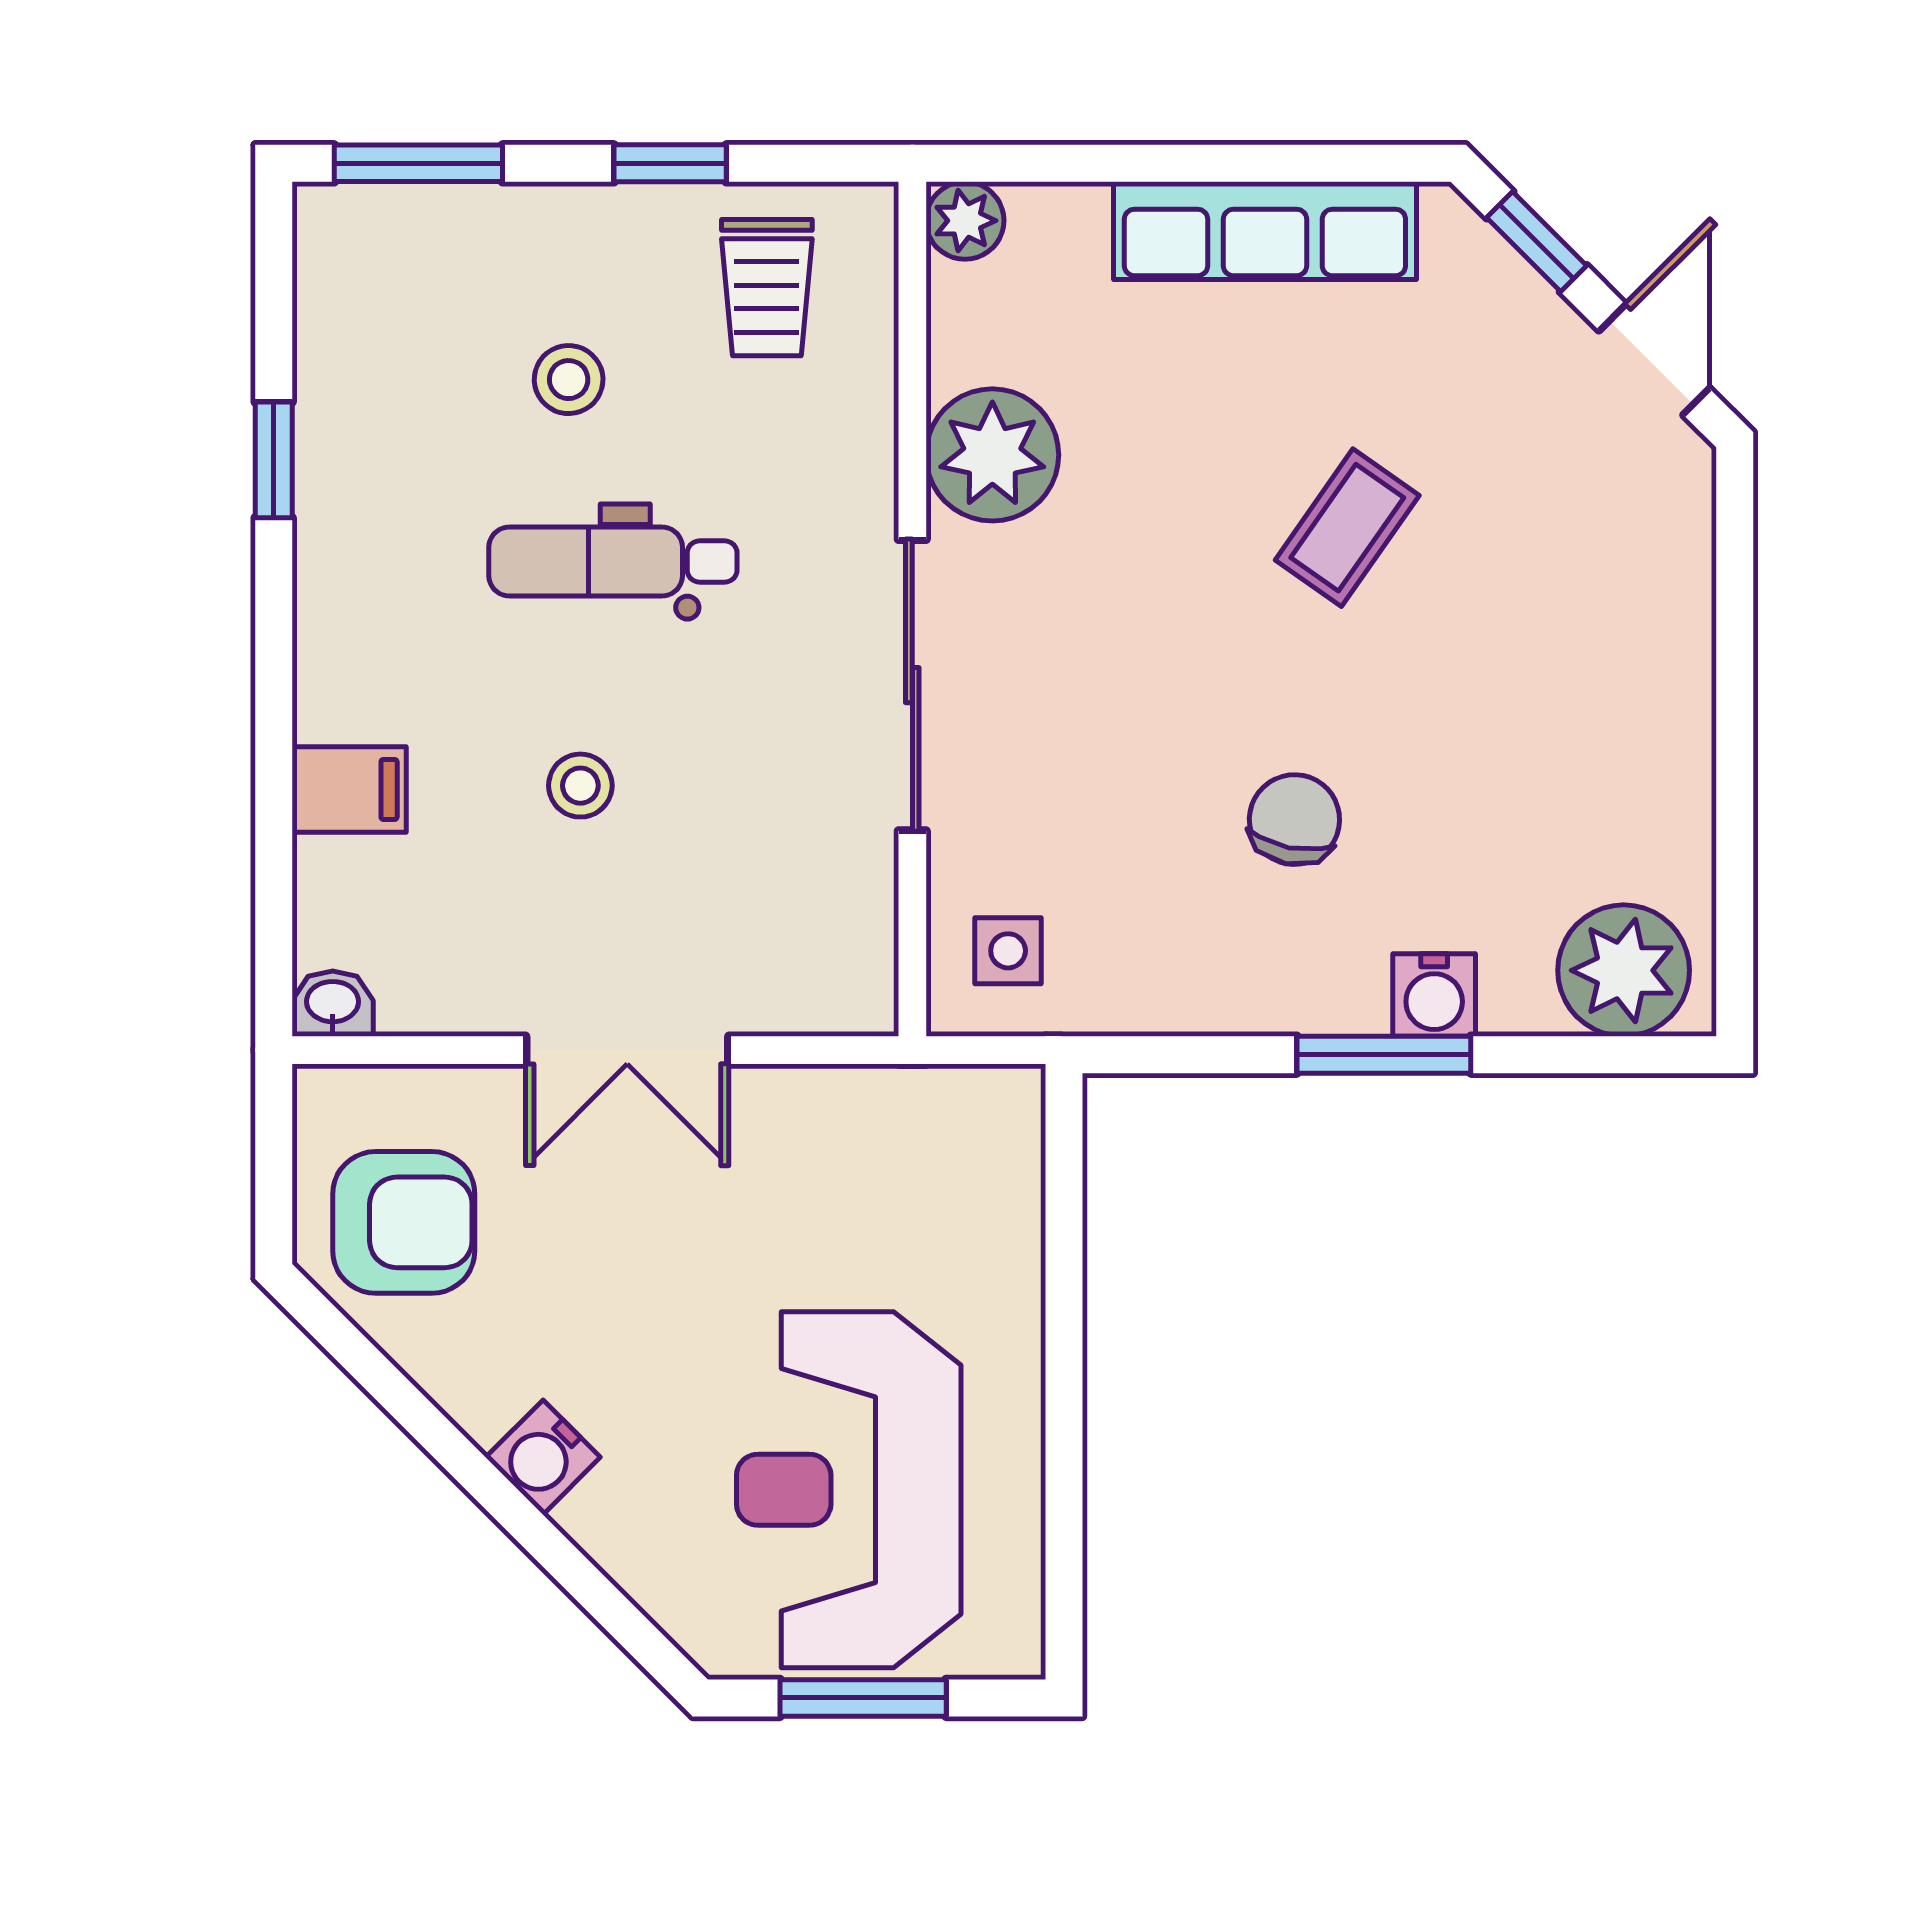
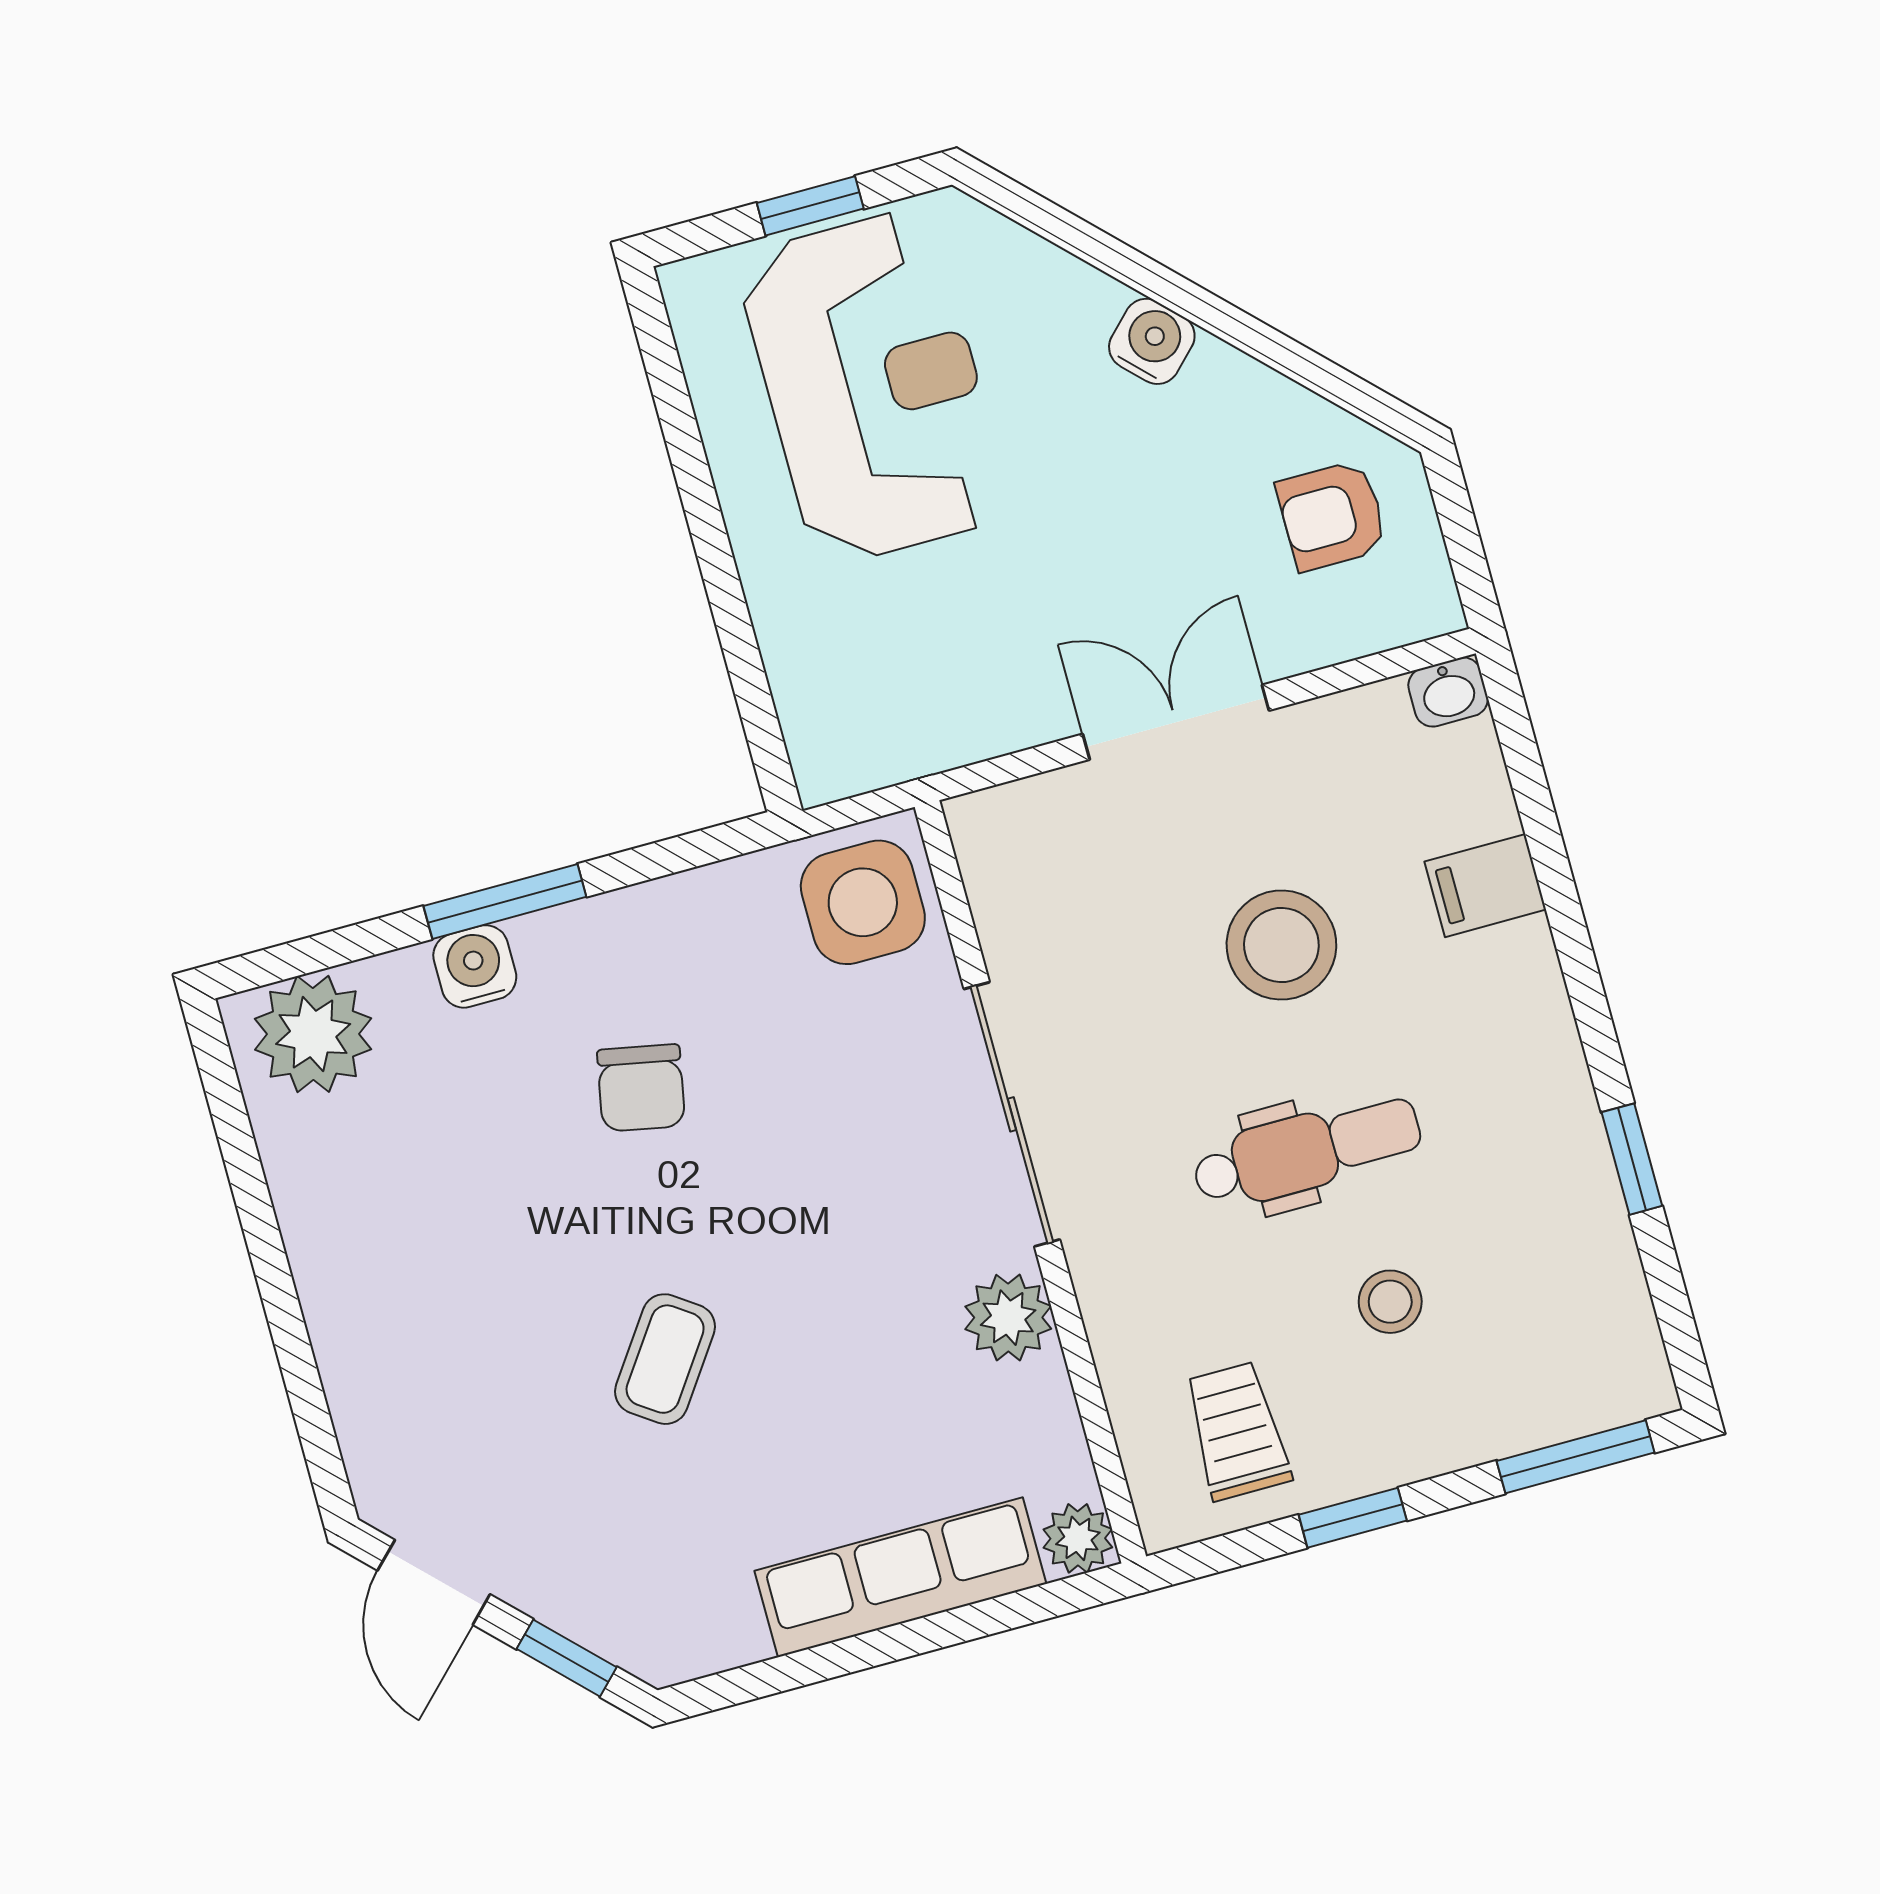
row of seats: (1265, 231) -> (900, 1577), moved
plant: (992, 455) -> (1008, 1318), width x0.73, depth x0.73
stool: (580, 786) -> (1281, 945), width x1.89, depth x1.89
side table: (1008, 951) -> (863, 902), width x1.87, depth x1.87
armchair: (404, 1222) -> (1332, 516), width x0.72, depth x0.72
window: (863, 1698) -> (810, 206), width x0.67

